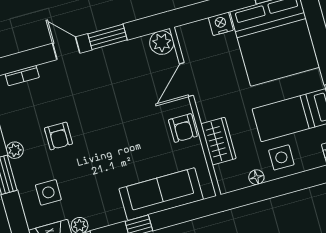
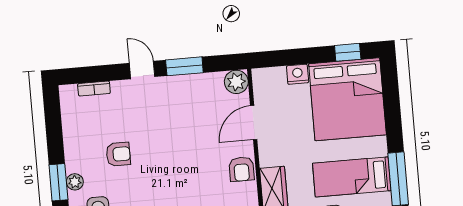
armchair: (58, 136) -> (118, 154), turned -90
plant: (15, 150) -> (75, 182), moved

